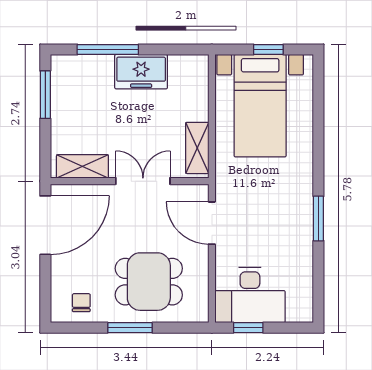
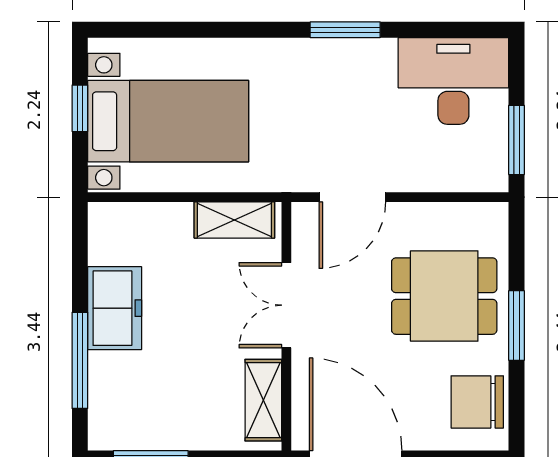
dining table: (149, 282) -> (444, 296), turned 90
desk: (250, 295) -> (453, 81), moved, turned -90
chair: (81, 303) -> (477, 402), width x1.87, depth x1.87
window: (248, 328) -> (516, 140), width x1.50

